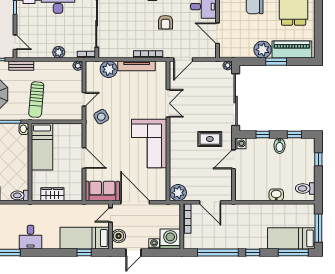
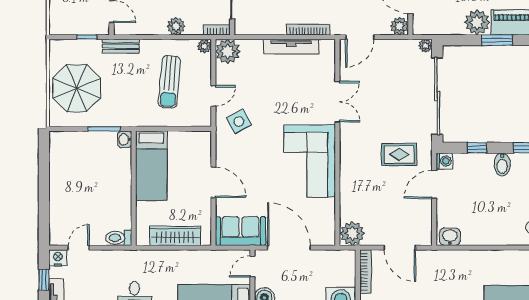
plant: (210, 52) -> (399, 26), added
plant: (109, 69) -> (228, 51), moved
sun lounger: (36, 100) -> (169, 82), moved
wardrobe: (52, 194) -> (175, 236), width x1.50
washbasin: (276, 195) -> (450, 237), moved

